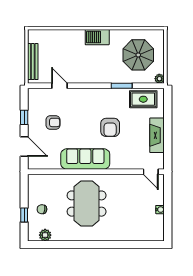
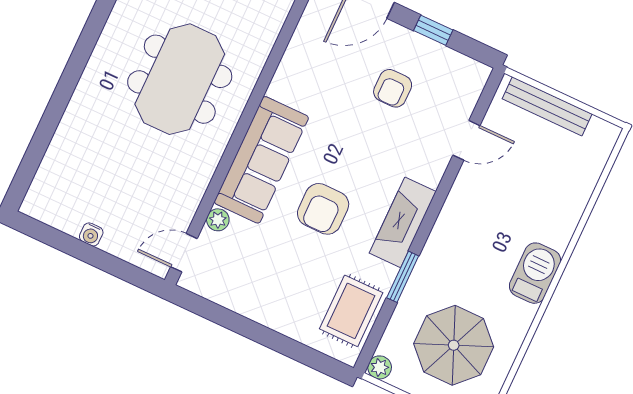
armchair: (110, 127) -> (323, 209), turned -90
fireplace: (157, 135) -> (403, 222), moved, turned -90
sofa: (85, 159) -> (261, 160), moved
plant: (132, 165) -> (218, 220), added
meeting table: (87, 204) -> (180, 79), turned 90

